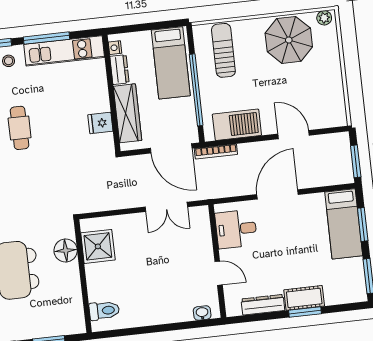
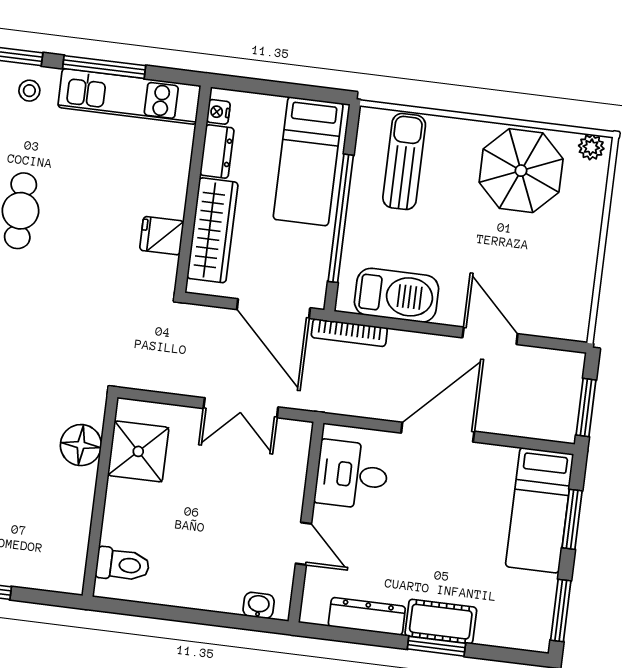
shower: (98, 246) -> (138, 451), moved
floor lamp: (66, 250) -> (81, 445), moved
wall: (83, 276) -> (100, 496), moved
toilet: (104, 311) -> (123, 565), moved

